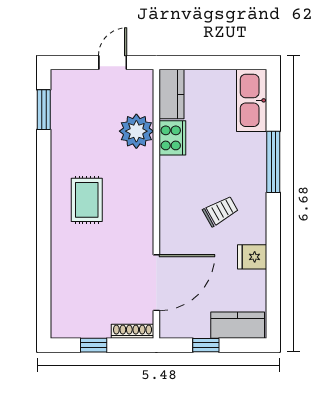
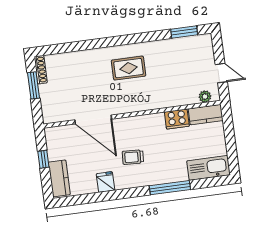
plant: (136, 131) -> (205, 97), moved, width x0.53, depth x0.53
trolley: (221, 211) -> (133, 157), turned 122
door: (156, 283) -> (93, 119), moved
shoe rack: (133, 331) -> (41, 70), moved
window: (94, 345) -> (34, 85), width x1.50

